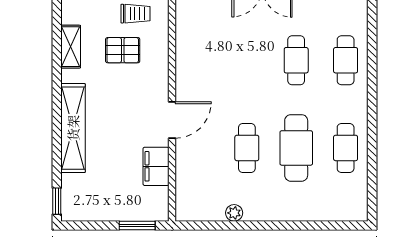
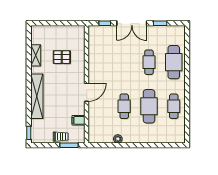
trolley: (135, 14) -> (61, 137), moved
cafe table: (346, 60) -> (174, 62), width x1.37, depth x1.35
filing cabinet: (156, 166) -> (79, 120), width x0.50

